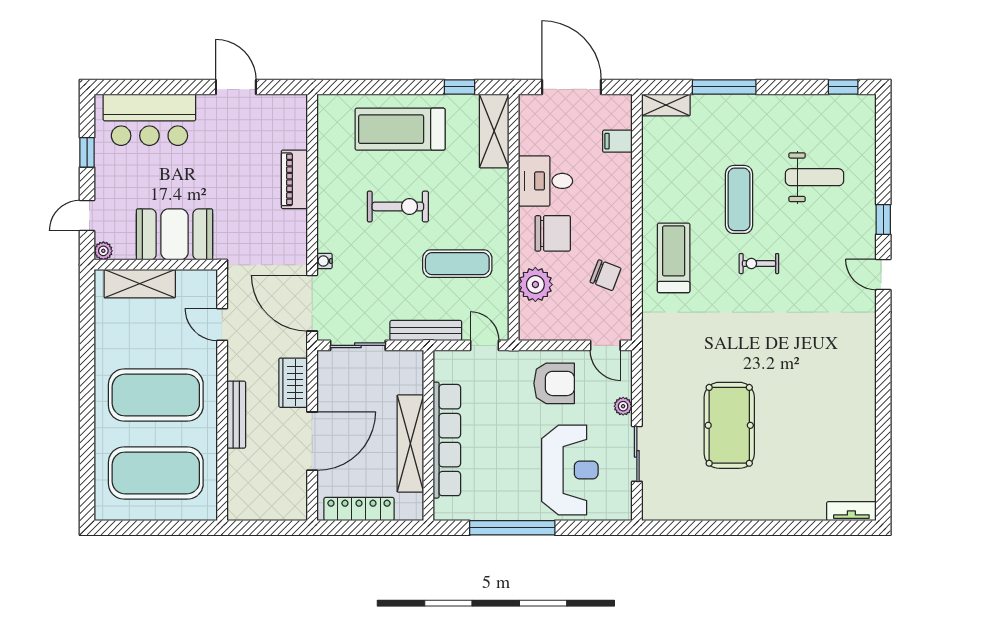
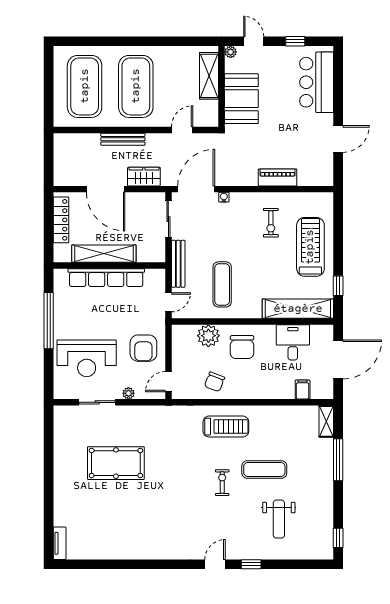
shelving: (494, 131) -> (298, 309), width x1.47
desk: (545, 181) -> (293, 342), moved
exercise bike: (398, 206) -> (271, 223), moved, width x0.73, depth x0.72

